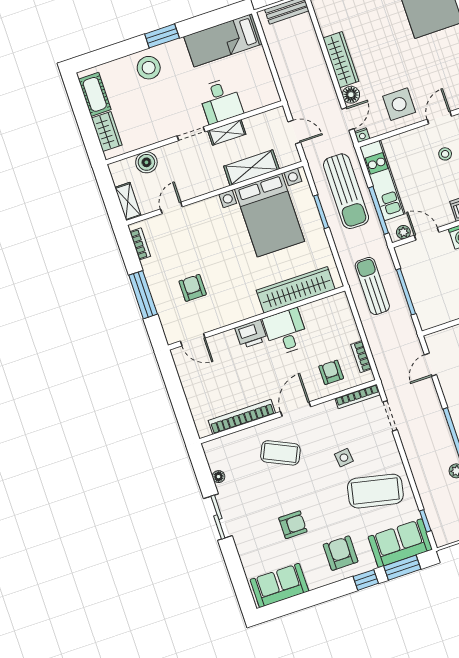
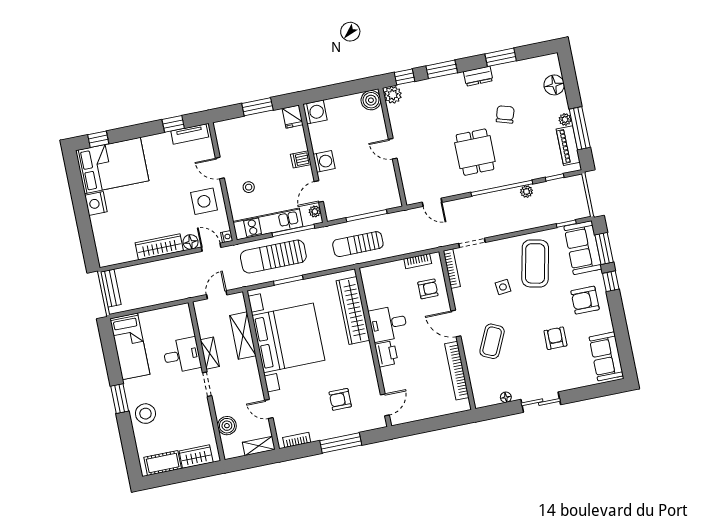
stool: (445, 154) -> (249, 187), moved
sun lounger: (346, 191) -> (273, 257), turned 180
bed with nightstands: (270, 215) -> (288, 338), width x1.36
armchair: (331, 372) -> (428, 289), turned 180

